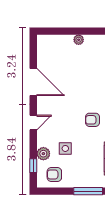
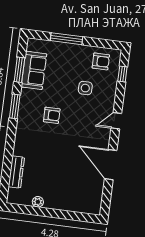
plant: (79, 40) -> (38, 202), moved
plant: (43, 154) -> (110, 86), removed

